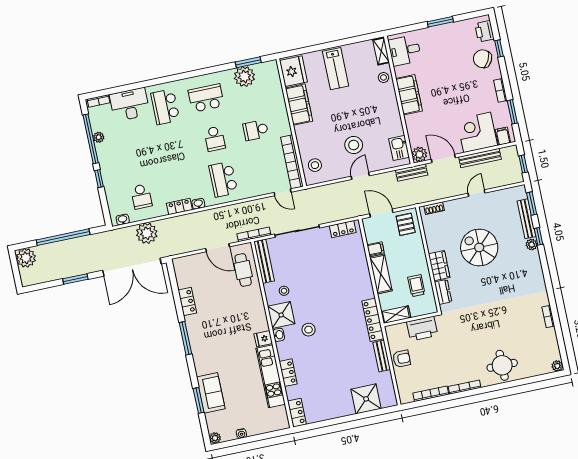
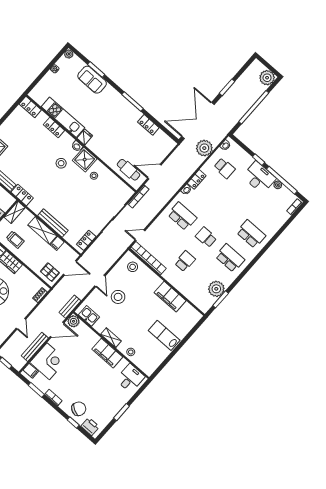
shelving: (381, 51) -> (111, 338), moved
fridge: (293, 71) -> (189, 314), removed
school desk: (206, 98) -> (230, 258), turned -90
desk: (130, 105) -> (259, 178), moved, turned -90
school desk: (141, 197) -> (224, 168), turned 180
bench: (264, 261) -> (53, 223), moved
locker: (373, 320) -> (22, 195), width x0.66

